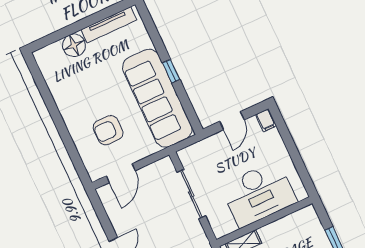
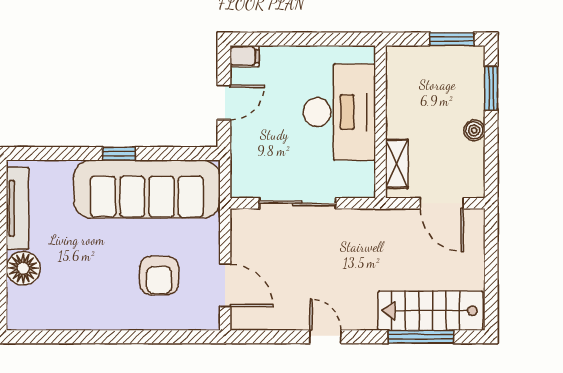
door: (232, 121) -> (224, 102), hinge flipped

